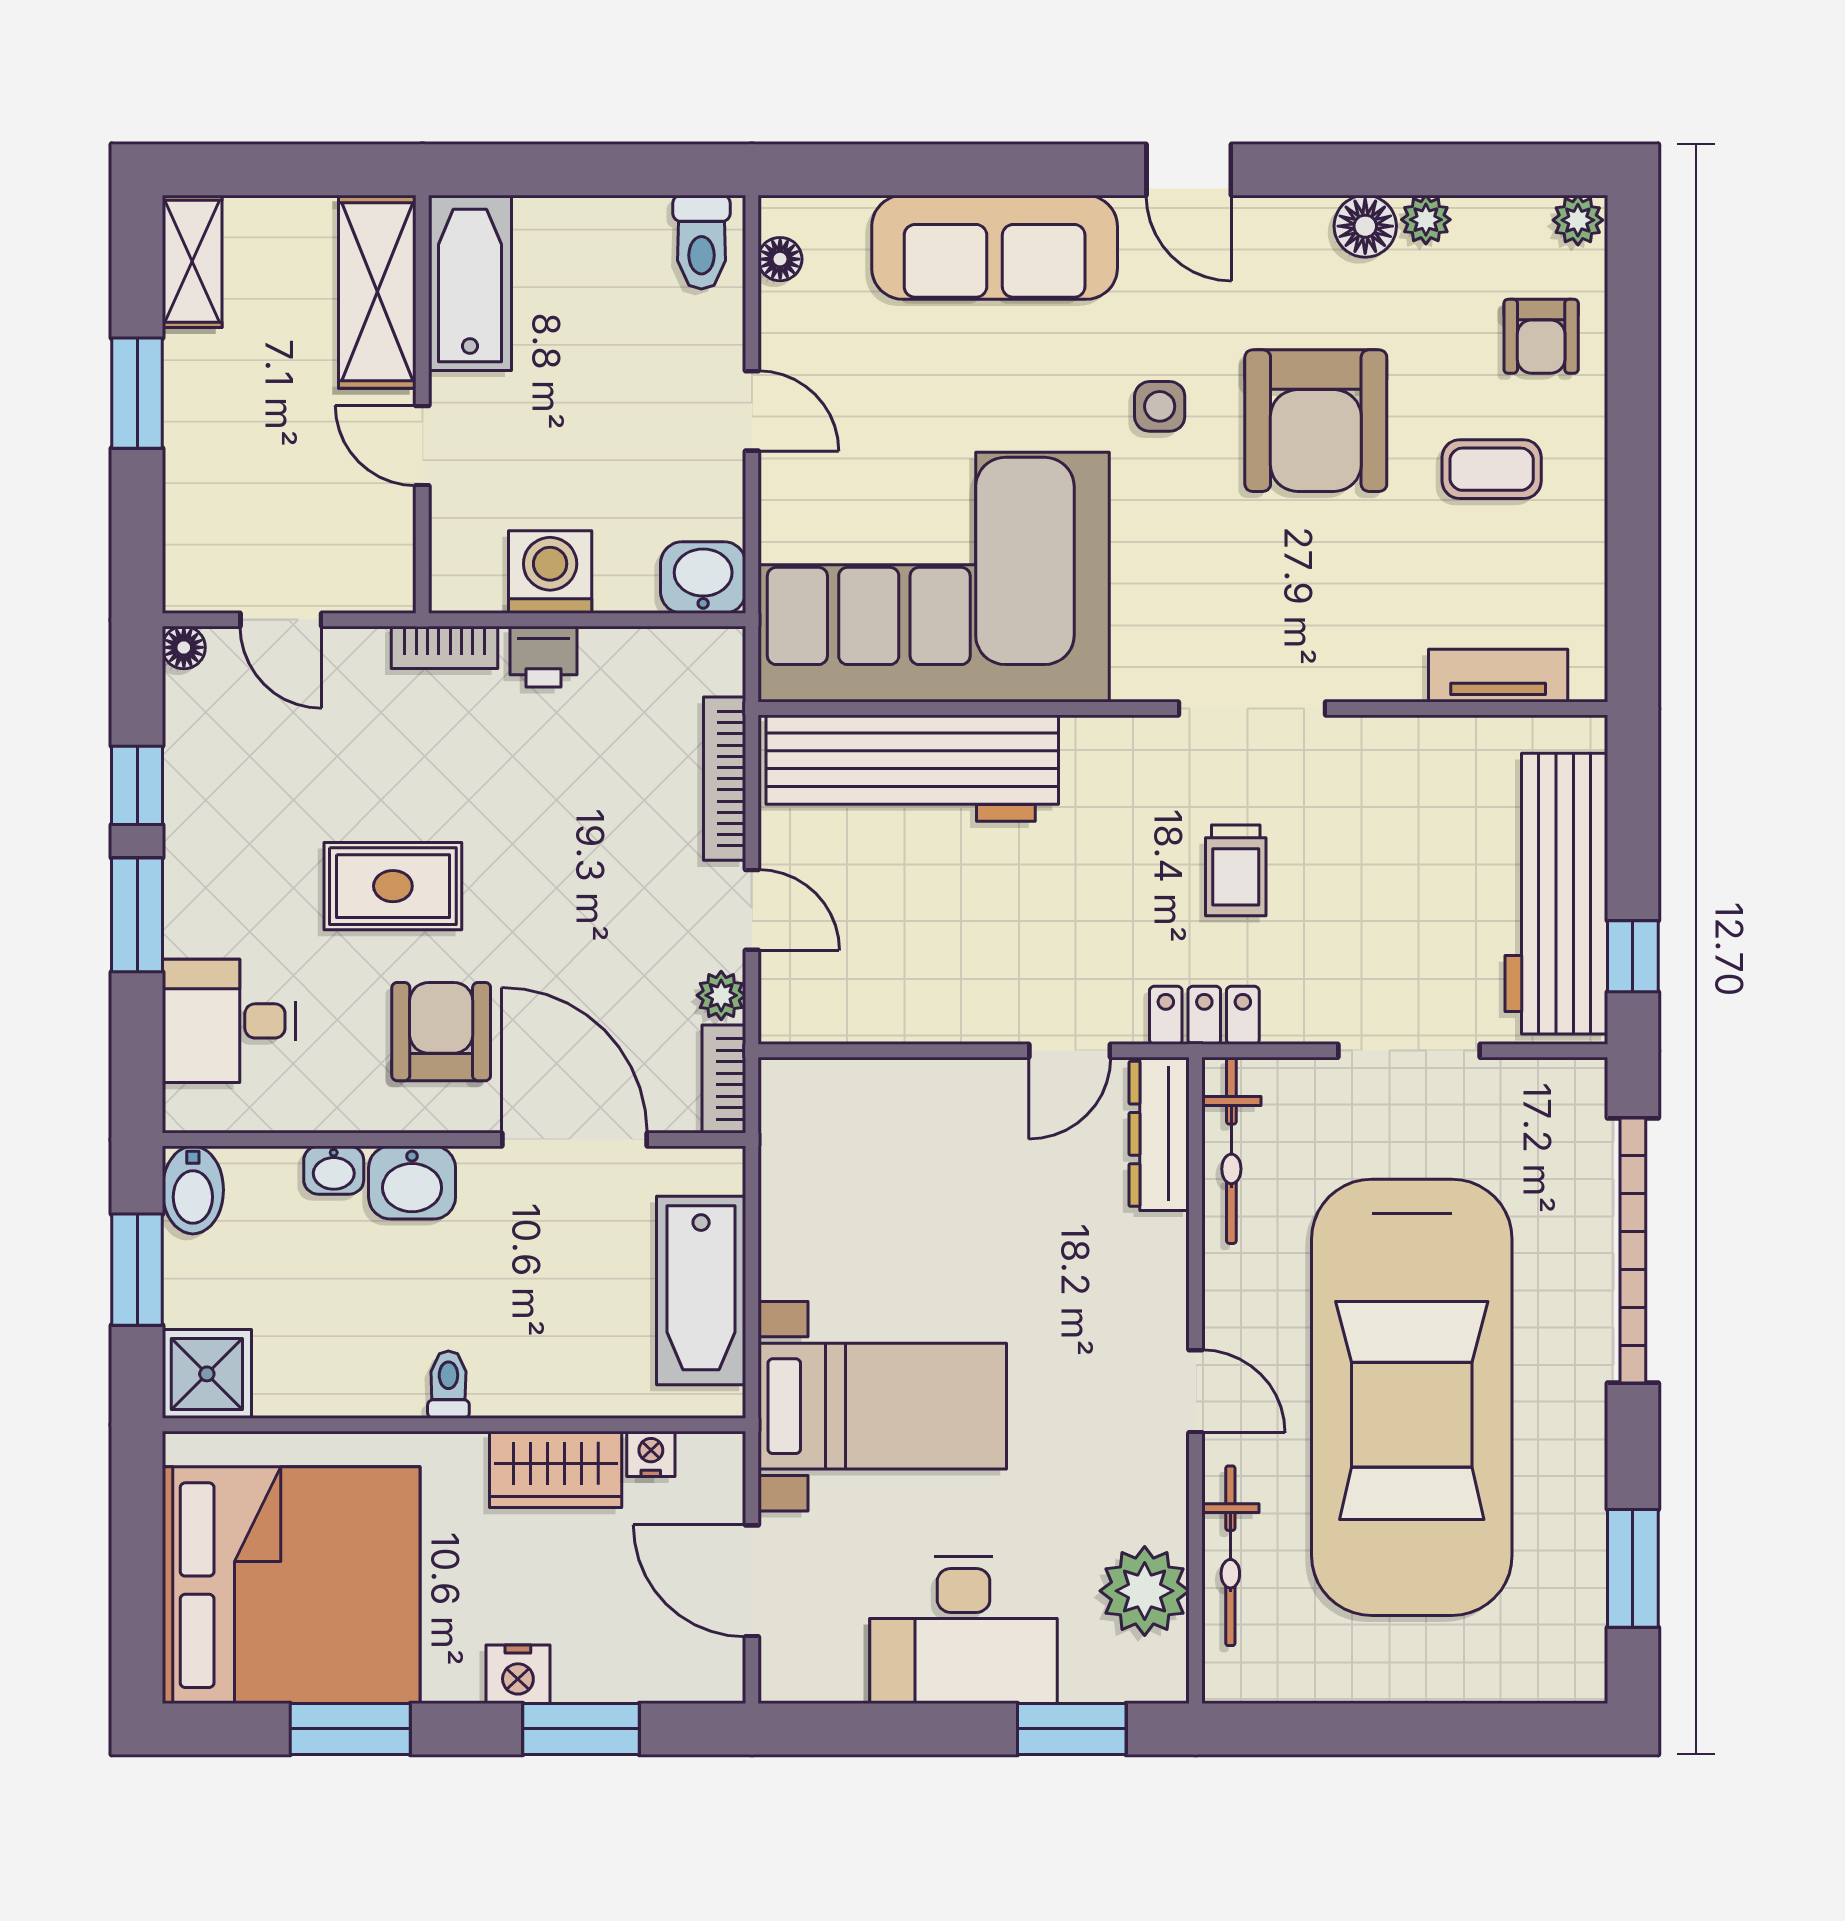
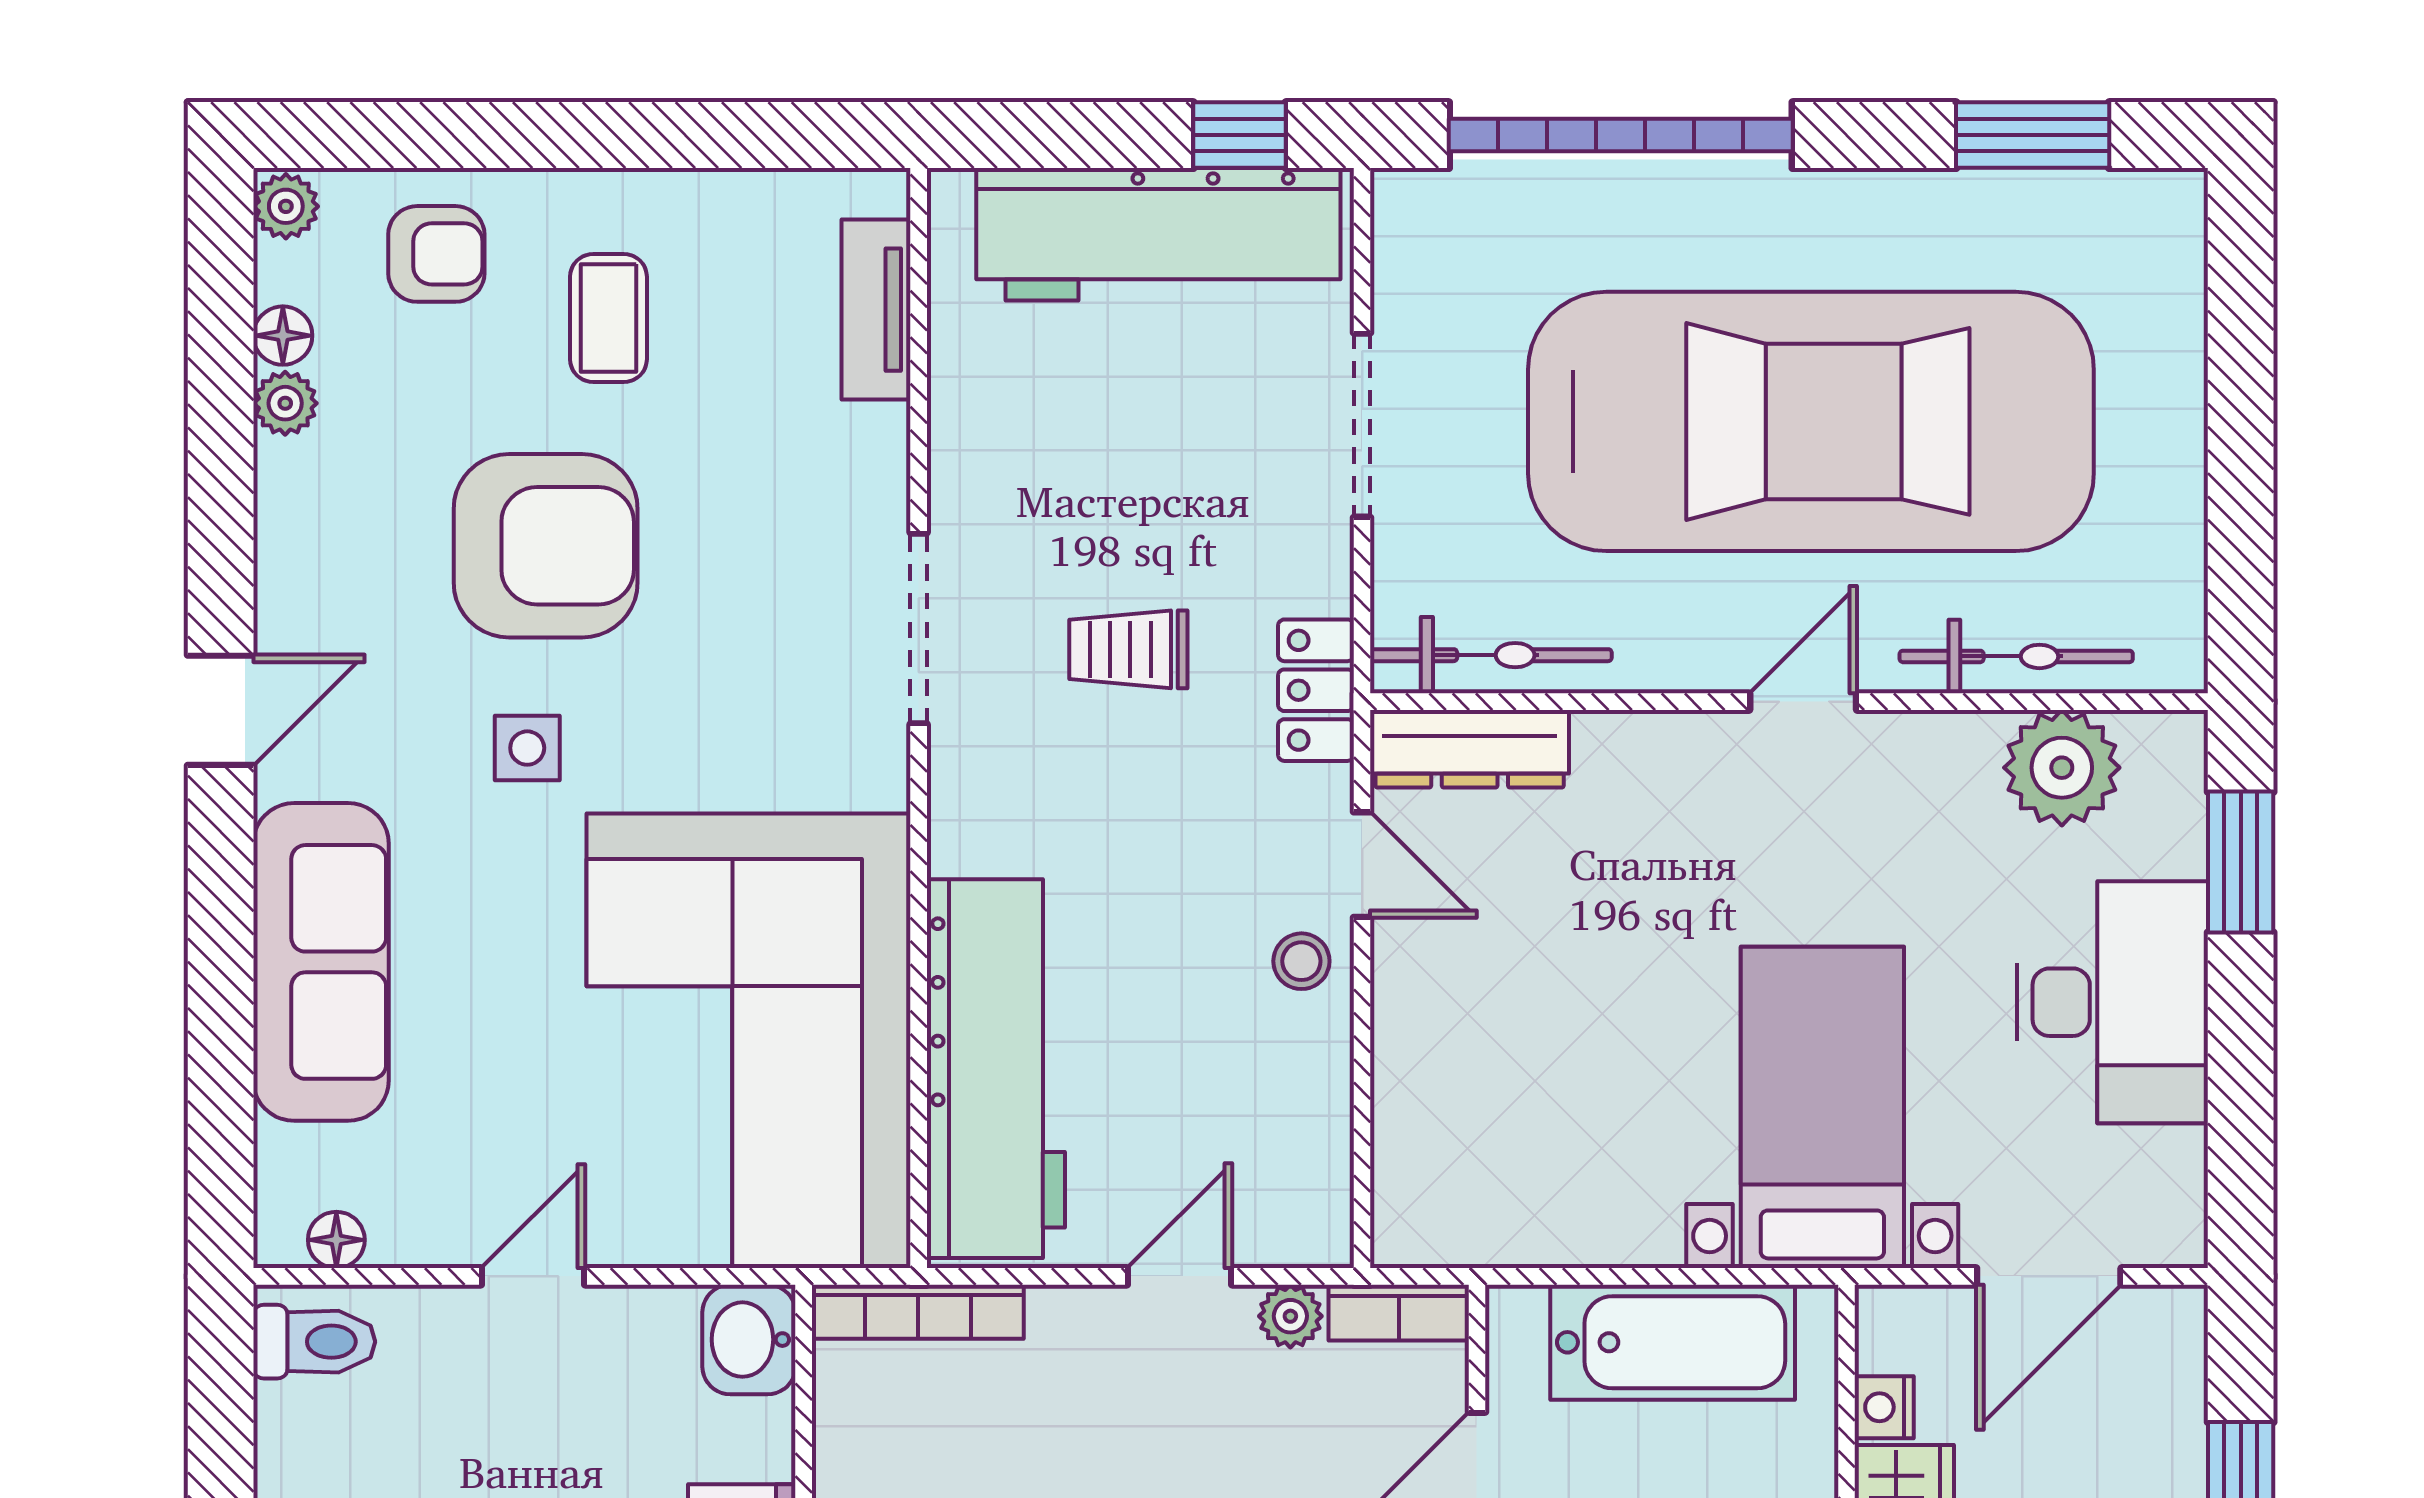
floor lamp: (1365, 226) -> (283, 336), moved, width x0.73, depth x0.73
bookcase: (725, 779) -> (918, 1312), moved
trolley: (1236, 870) -> (1128, 649), turned 180
stool: (995, 1004) -> (1301, 961), added

